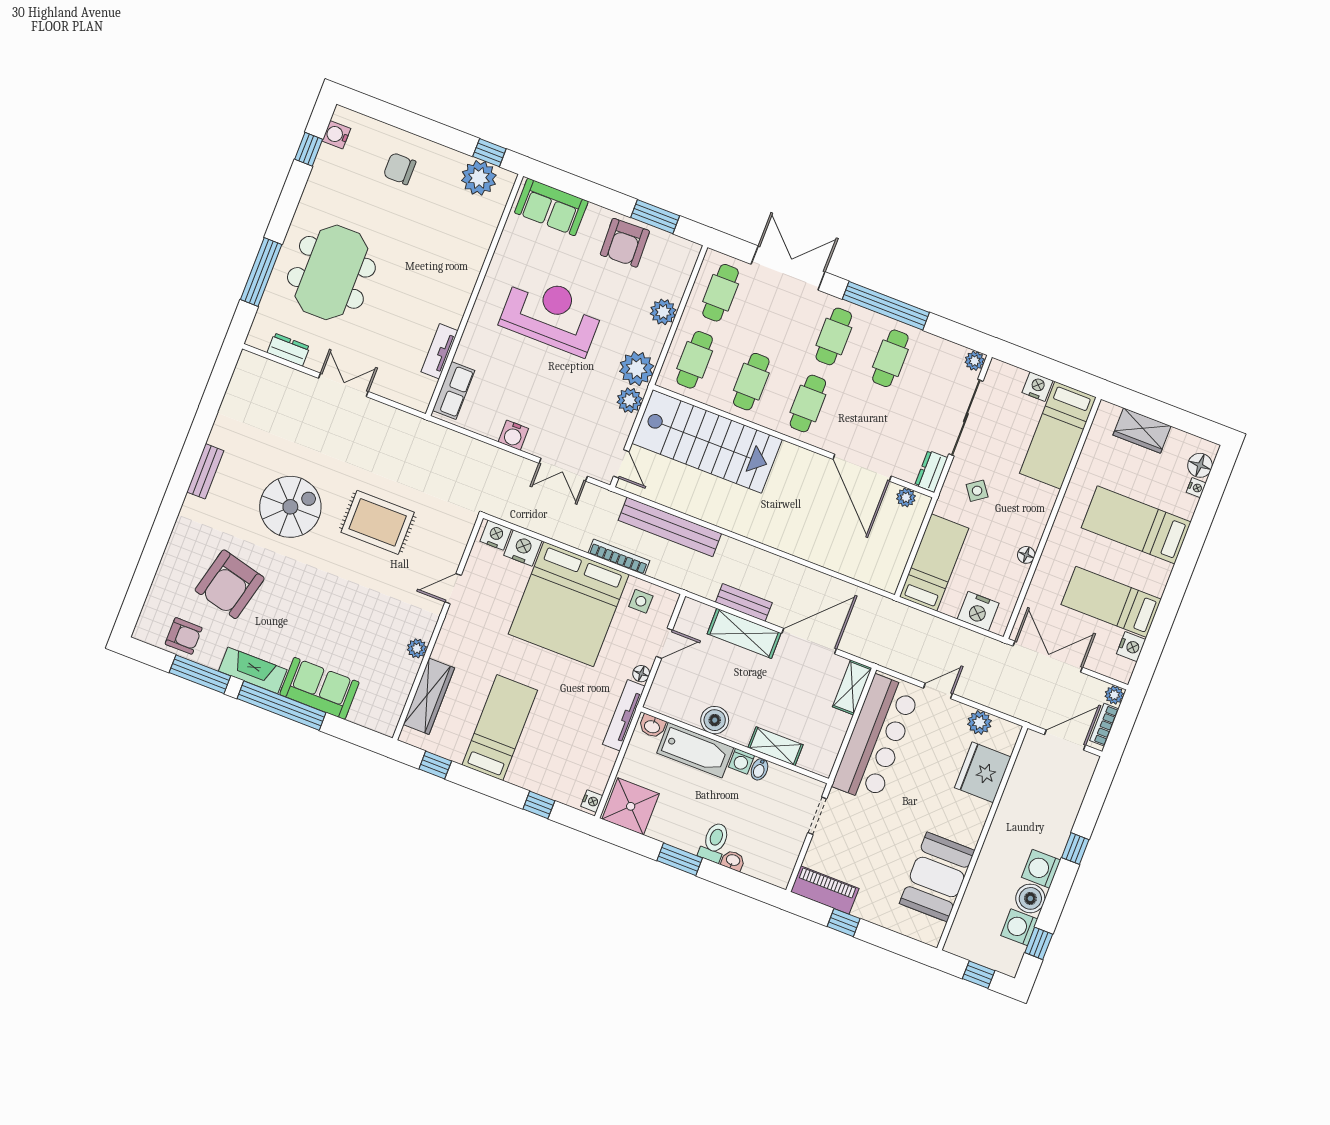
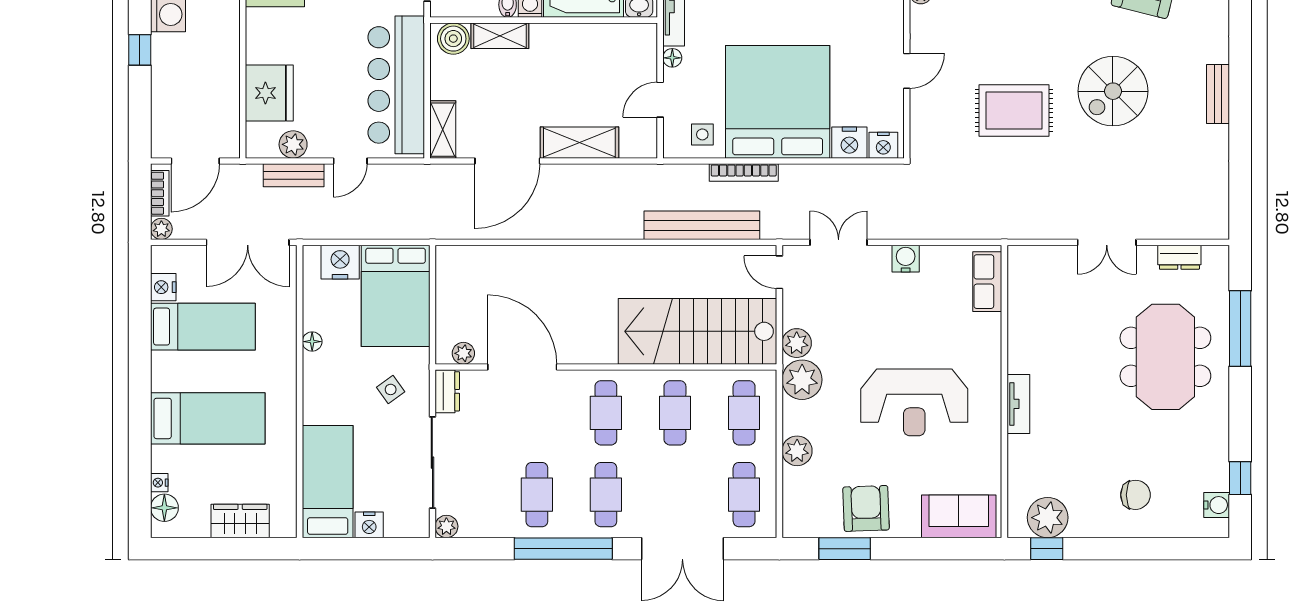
tv unit: (440, 351) -> (1018, 404), moved
bed: (934, 562) -> (396, 296), width x1.50
bench: (744, 603) -> (294, 175), moved
boiler: (715, 720) -> (453, 39), moved

